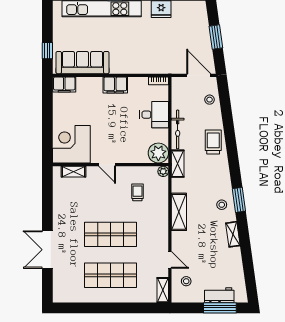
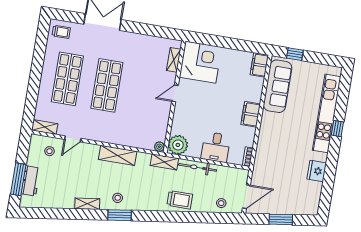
trolley: (137, 192) -> (61, 32), moved

